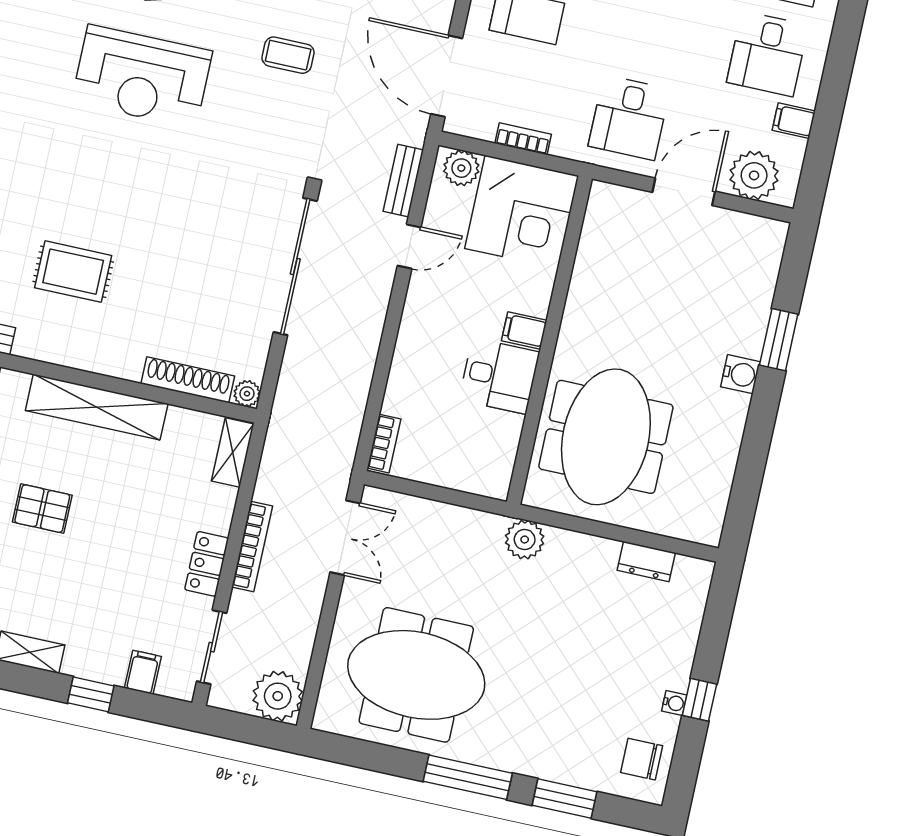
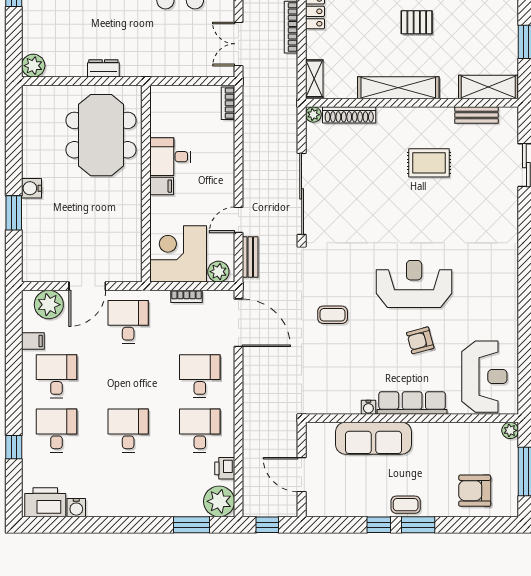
plant: (525, 540) -> (33, 66), moved
dresser: (646, 562) -> (103, 68), moved

